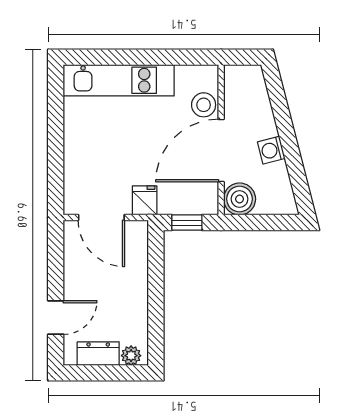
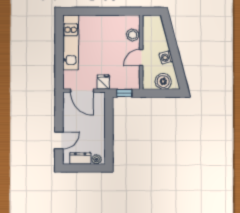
kitchen unit: (119, 80) -> (71, 42), moved, turned -90
door: (221, 151) -> (141, 58), width x0.53
boiler: (240, 199) -> (163, 81), moved

